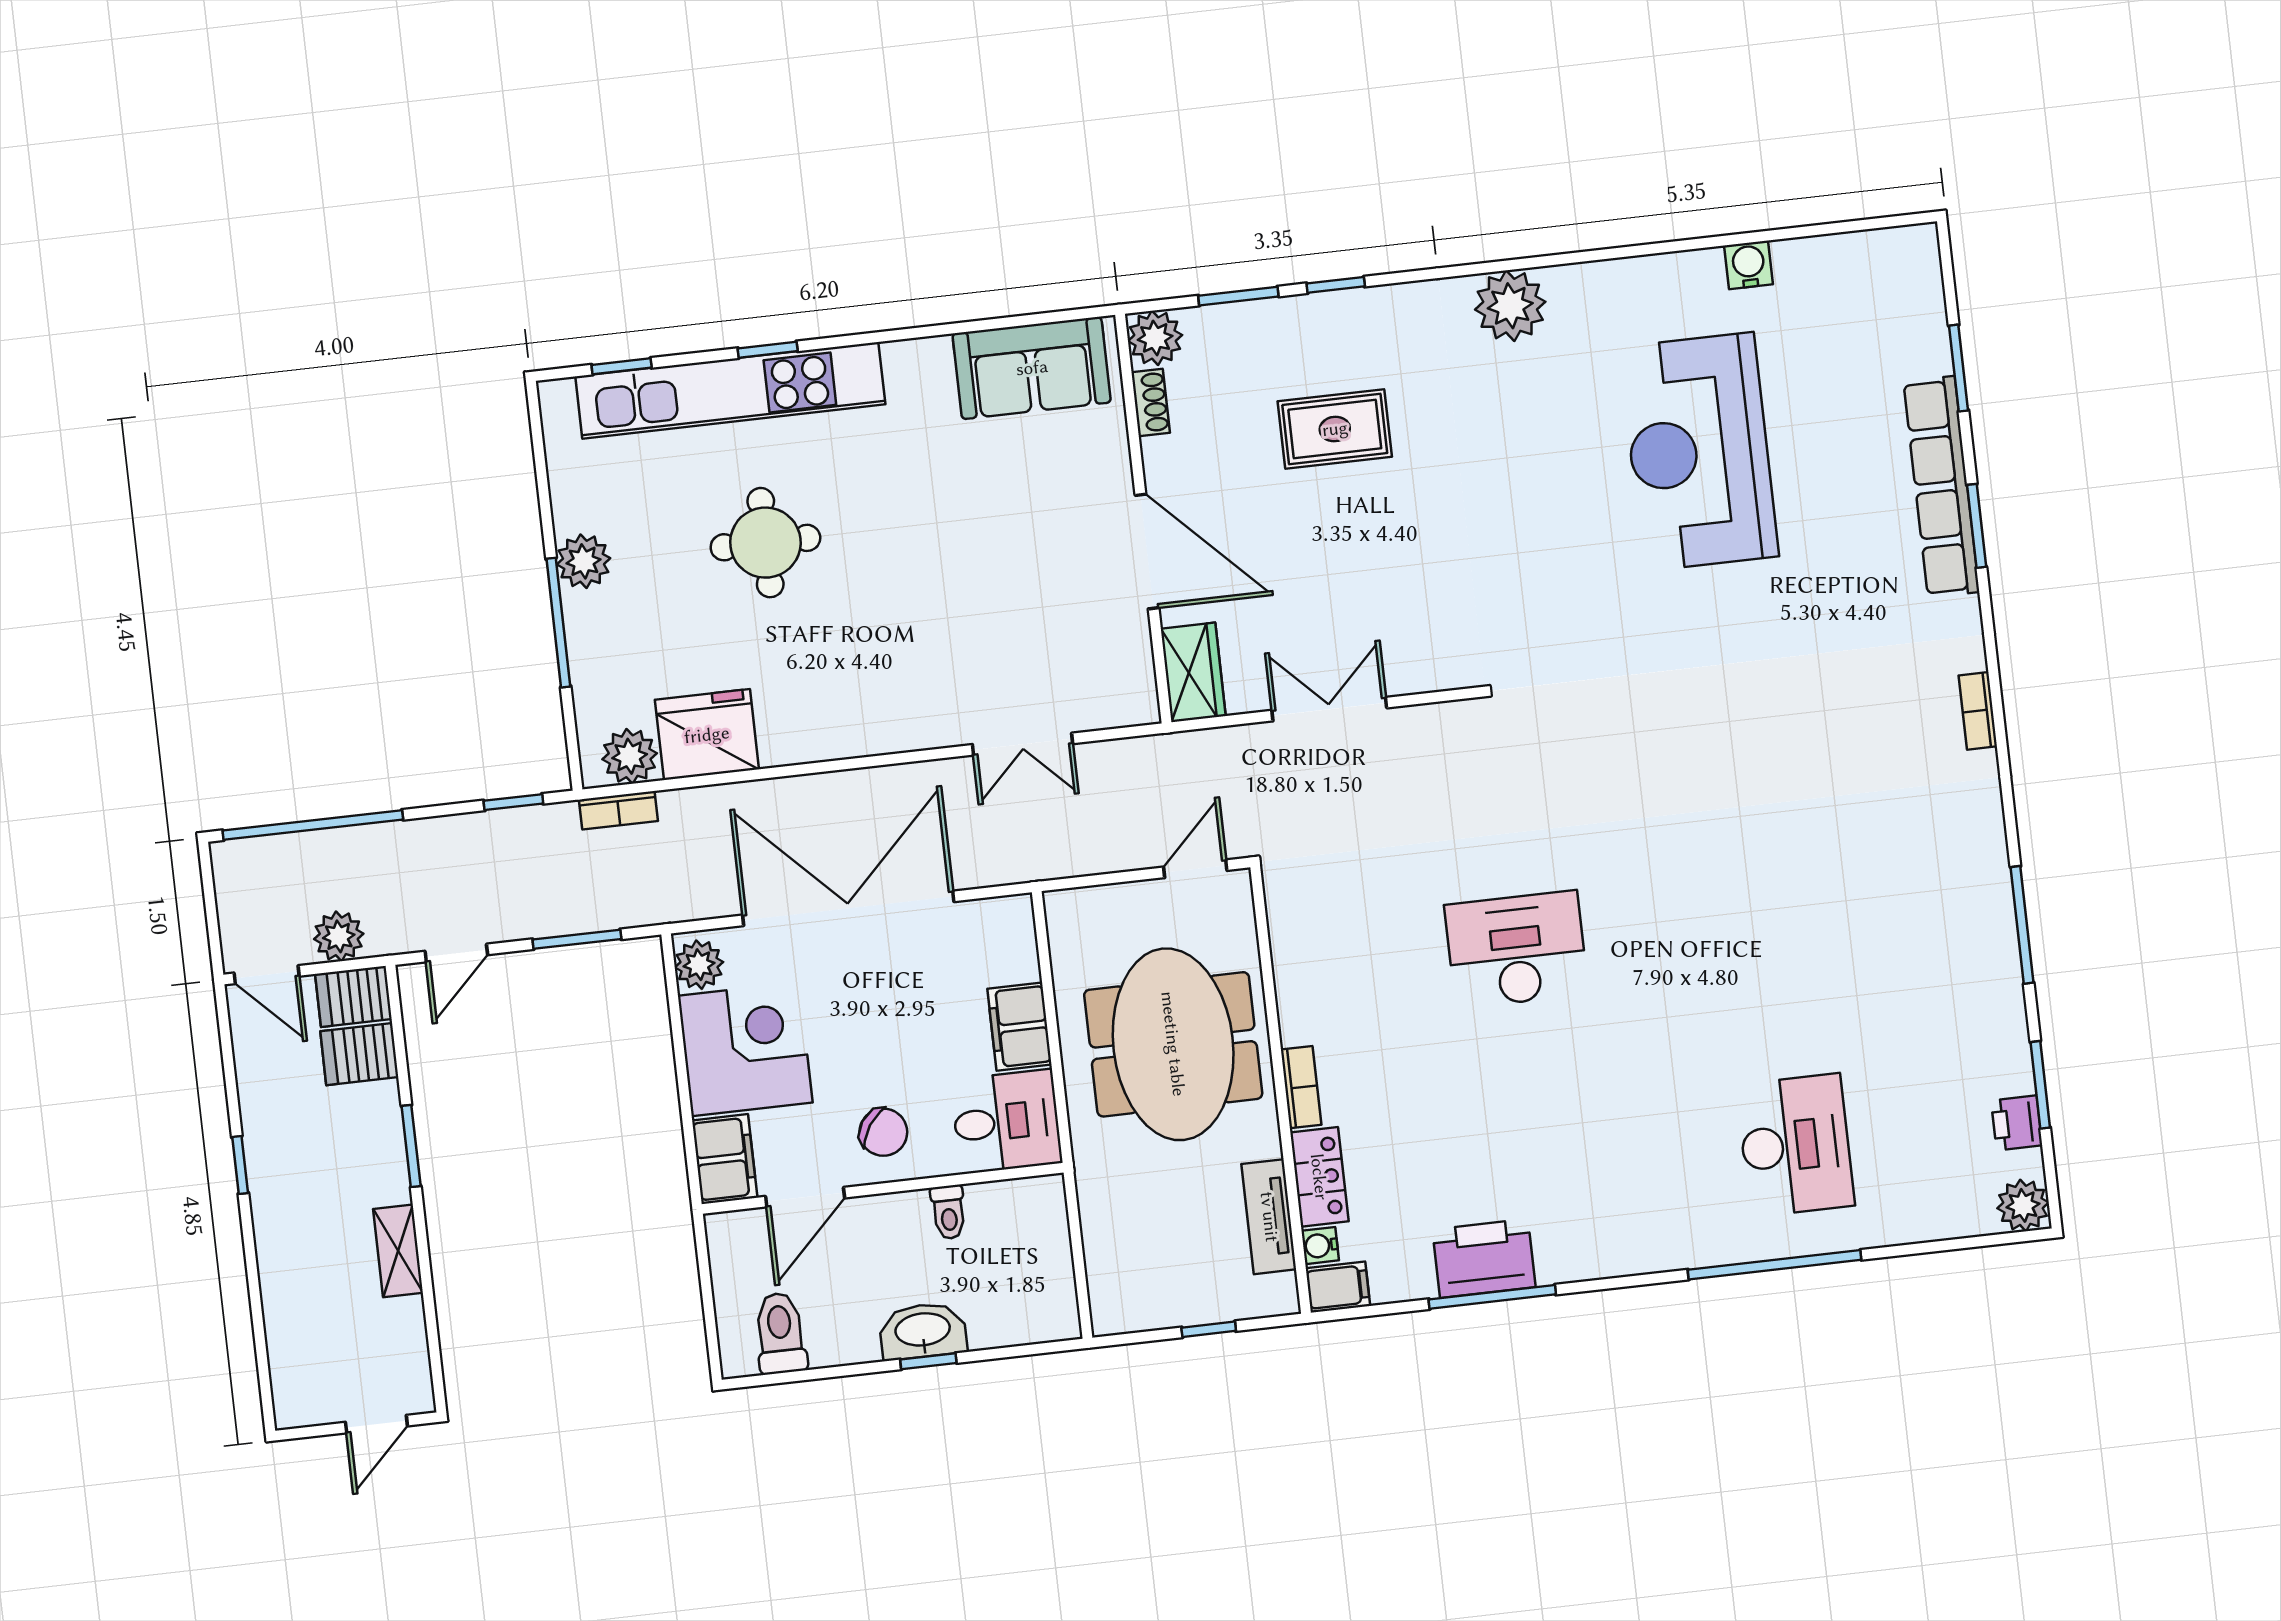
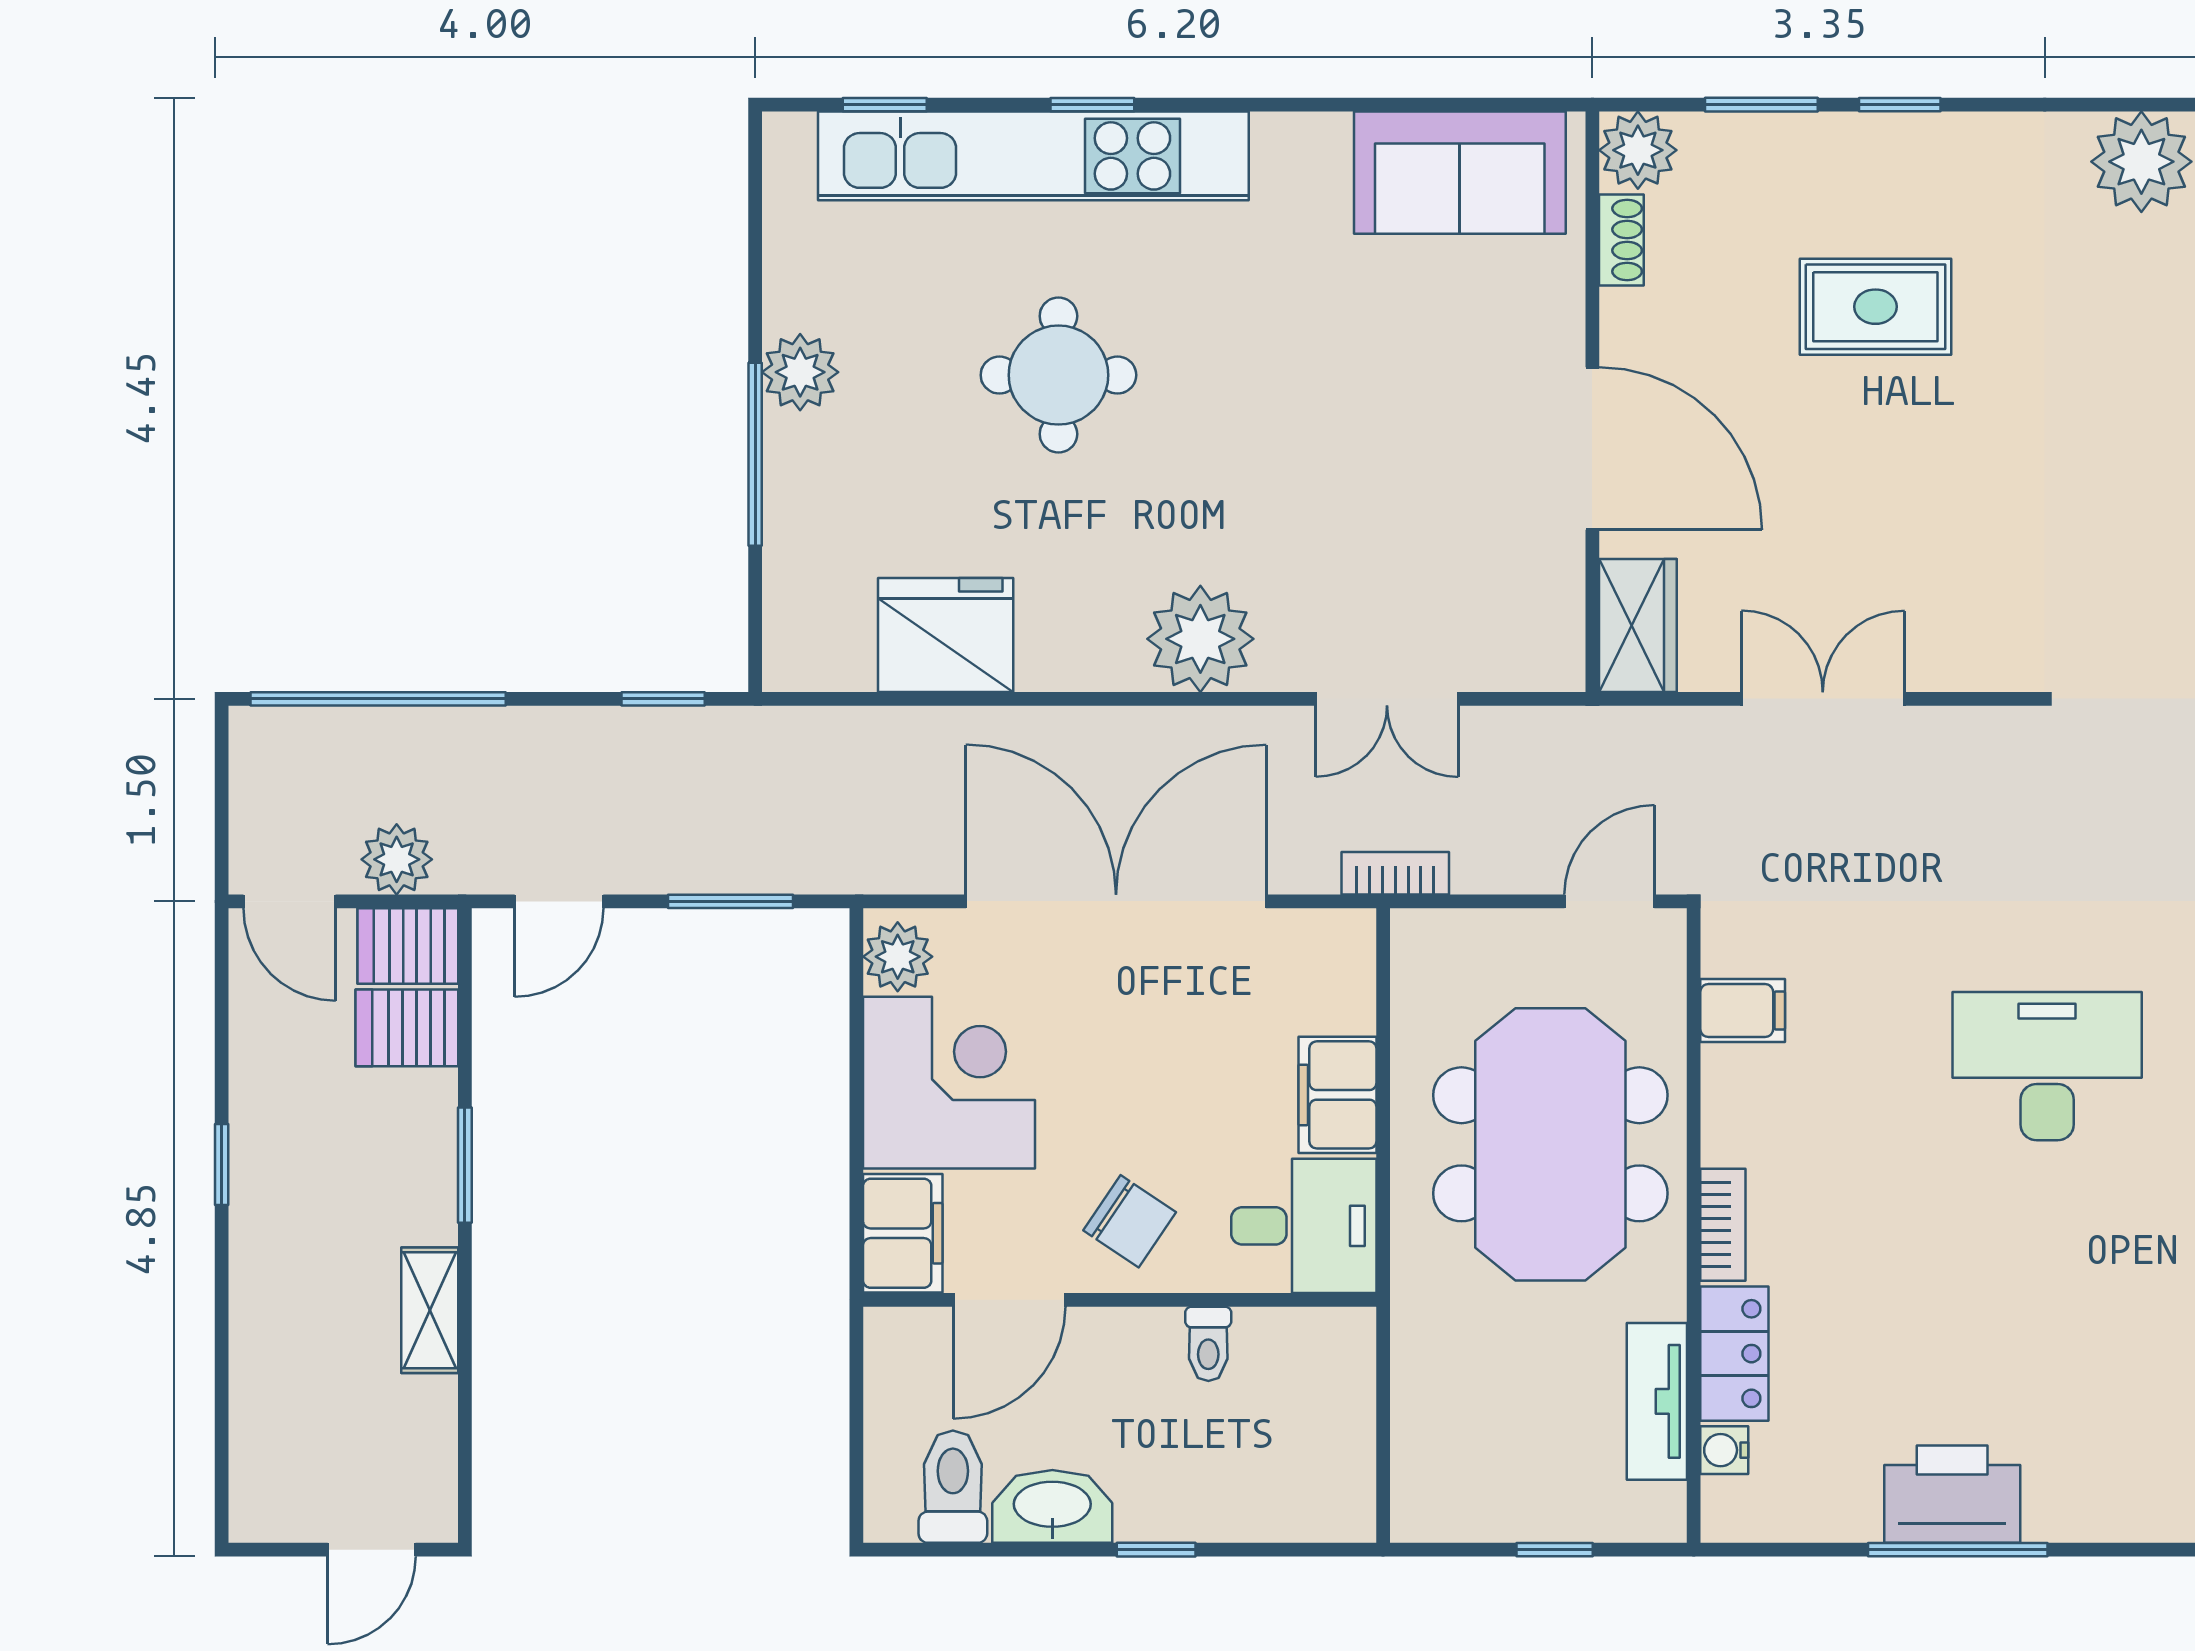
plant: (630, 756) -> (1200, 639), moved, width x1.36, depth x1.36
bookcase: (618, 810) -> (1395, 873), moved, turned 180
filing cabinet: (1338, 1287) -> (1743, 1011), moved
washbasin: (923, 1331) -> (1052, 1506), moved

